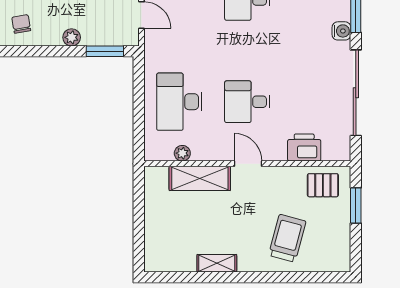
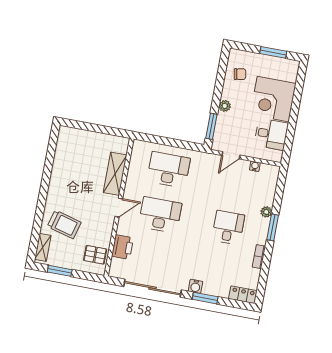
desk: (247, 102) -> (160, 215), width x1.37
plant: (182, 153) -> (134, 165), removed
pallet: (323, 185) -> (95, 255), turned 90
window: (356, 206) -> (60, 271), moved
shelving: (217, 263) -> (43, 247), moved

